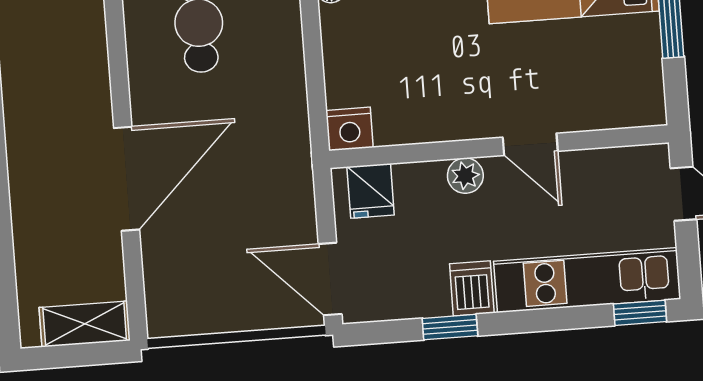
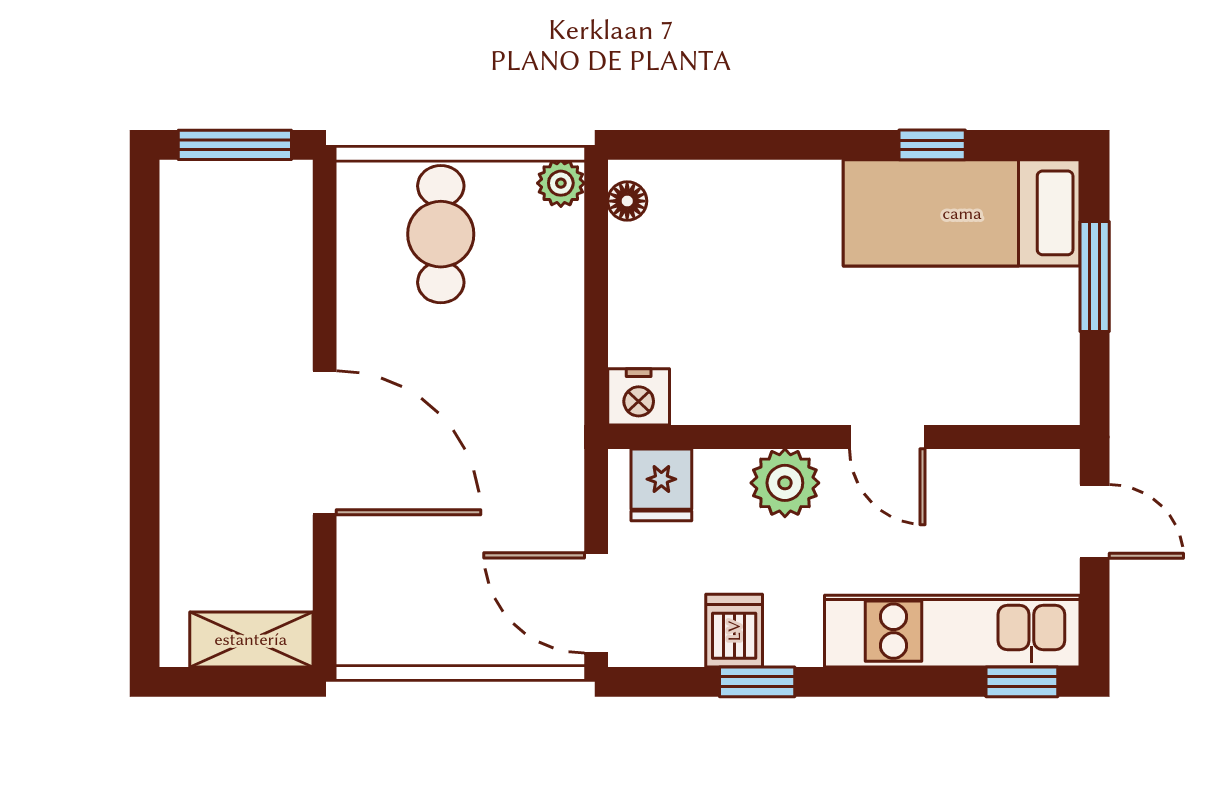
plant: (465, 176) -> (785, 483), width x1.38, depth x1.38
door: (127, 179) -> (325, 443), hinge flipped
dishwasher: (472, 288) -> (734, 631), moved

